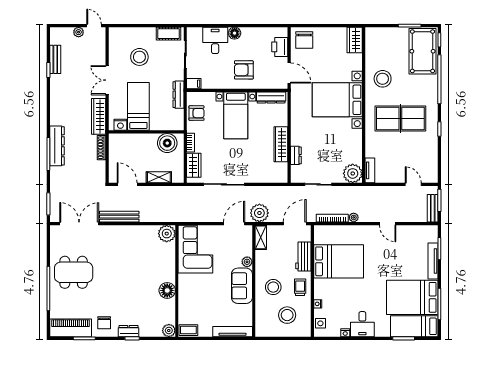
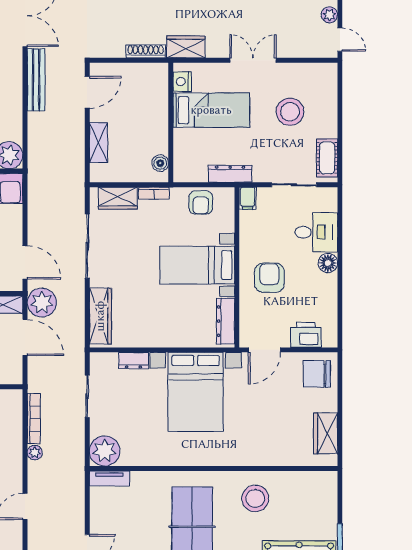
door: (94, 26) -> (340, 40), hinge flipped
wardrobe: (355, 40) -> (326, 433), moved, turned -90
bed with nightstands: (337, 100) -> (196, 392), moved, turned 180
wardrobe: (99, 116) -> (186, 47), width x0.67
boiler: (167, 143) -> (160, 163), width x0.54, depth x0.54
wardrobe: (281, 144) -> (100, 316), moved, turned 90
door: (295, 224) -> (25, 338), moved

